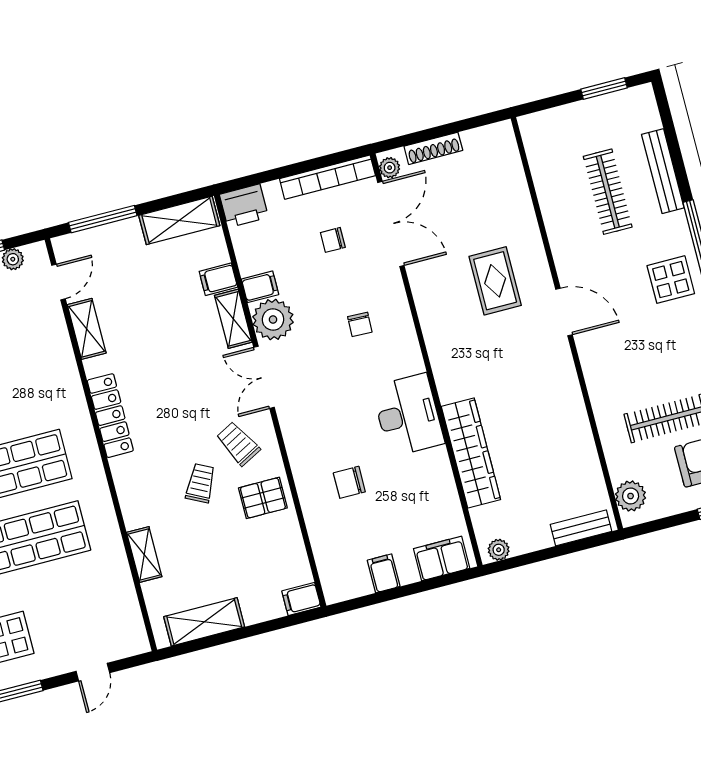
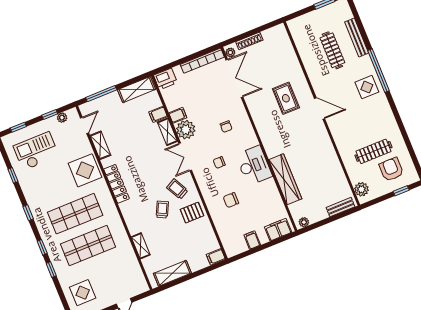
chair: (333, 240) -> (219, 162), moved
display table: (47, 378) -> (85, 170), added

